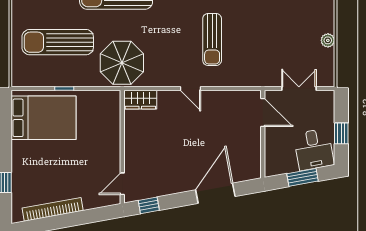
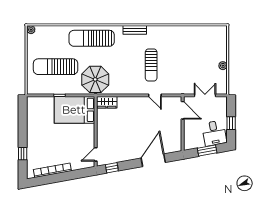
door: (191, 88) -> (155, 95), moved
bed: (44, 118) -> (74, 110), moved, turned 180

